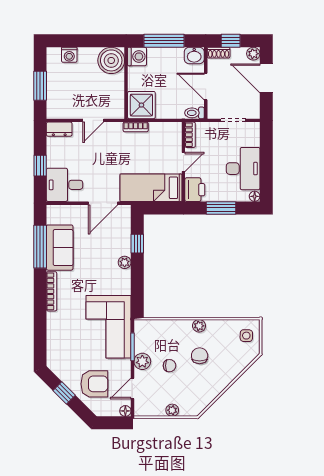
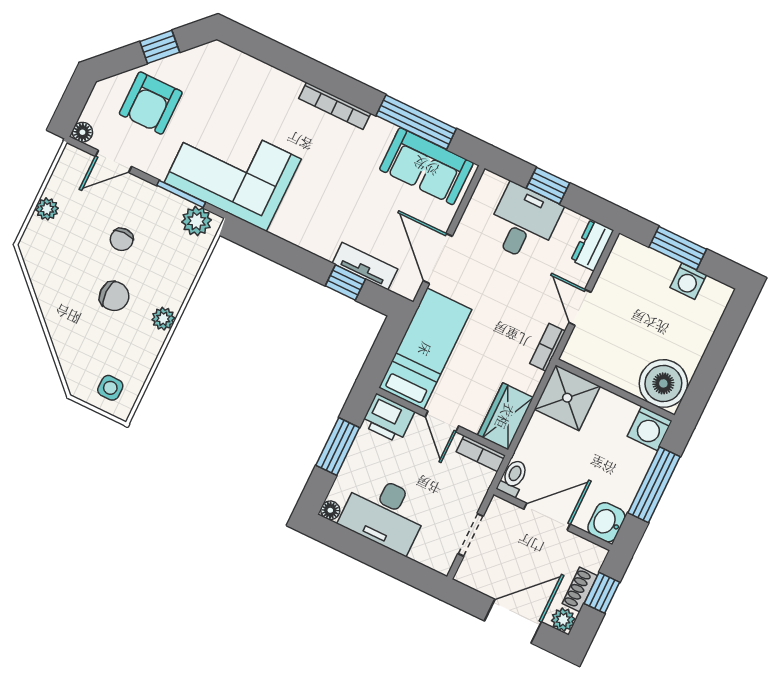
shoe rack: (219, 53) -> (580, 590), moved
washing machine: (69, 55) -> (688, 281), moved, turned -90
bookcase: (136, 127) -> (548, 347), moved
wardrobe: (166, 131) -> (505, 416), added
desk: (65, 185) -> (523, 223), moved
tv unit: (124, 238) -> (365, 266), added
sofa: (60, 248) -> (426, 166), moved
plant: (125, 262) -> (325, 247), removed
plant: (142, 361) -> (197, 221), moved
door: (132, 388) -> (113, 161), swing flipped

